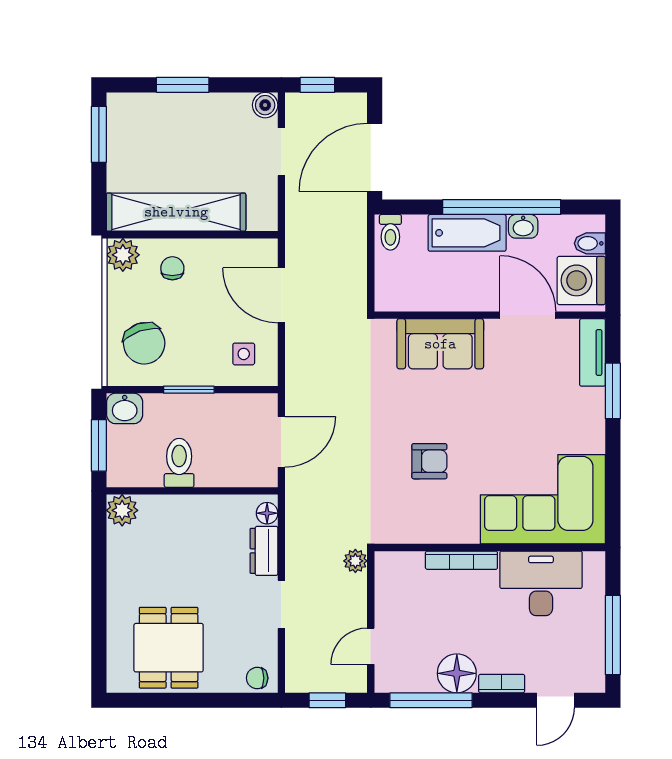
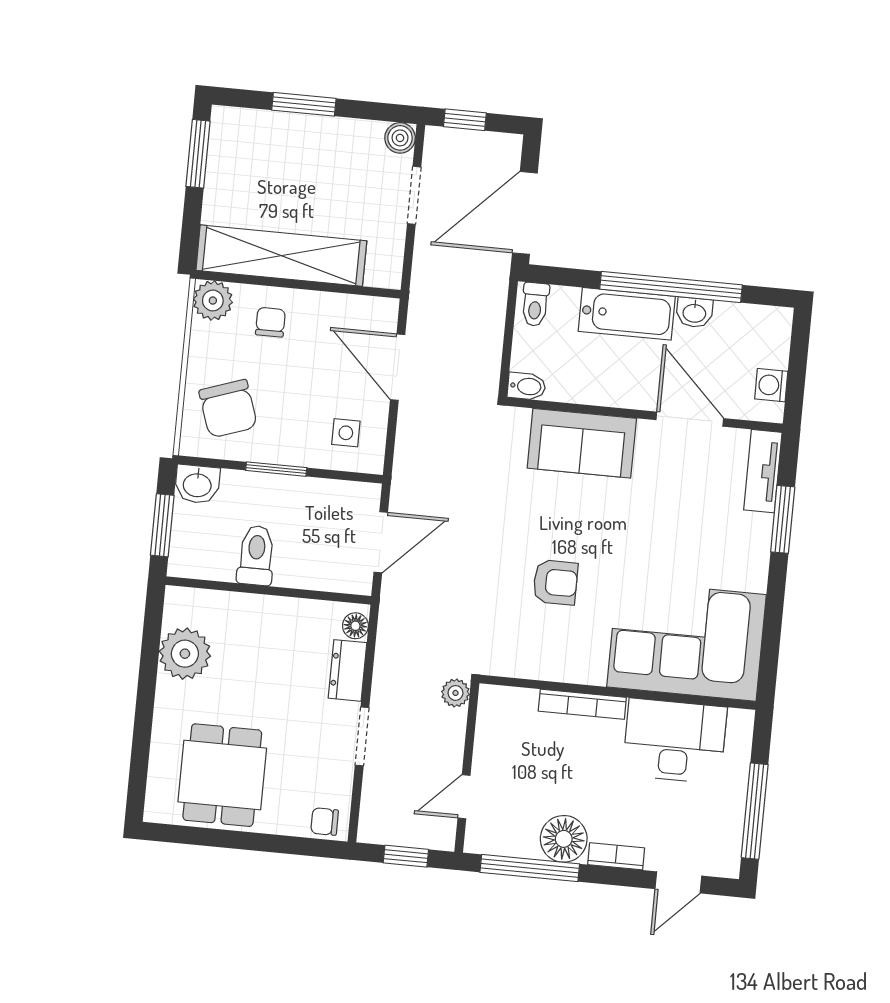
bidet: (590, 243) -> (527, 386), moved, turned 180
washing machine: (581, 280) -> (771, 385), width x0.53, depth x0.53
plant: (122, 510) -> (185, 654), moved, width x1.36, depth x1.36

